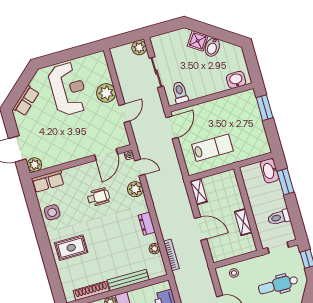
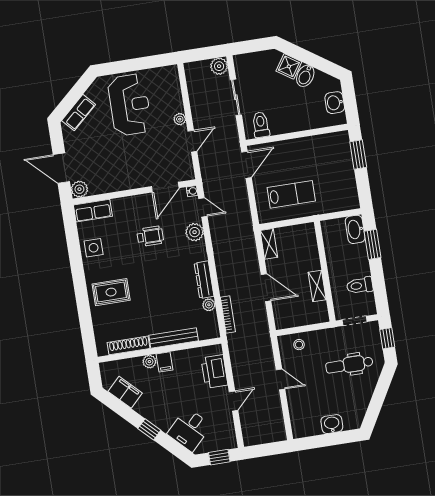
washbasin: (236, 80) -> (335, 103), moved, turned -90
plant: (106, 93) -> (180, 119), width x0.53, depth x0.53
dresser: (147, 224) -> (204, 280), width x1.44

